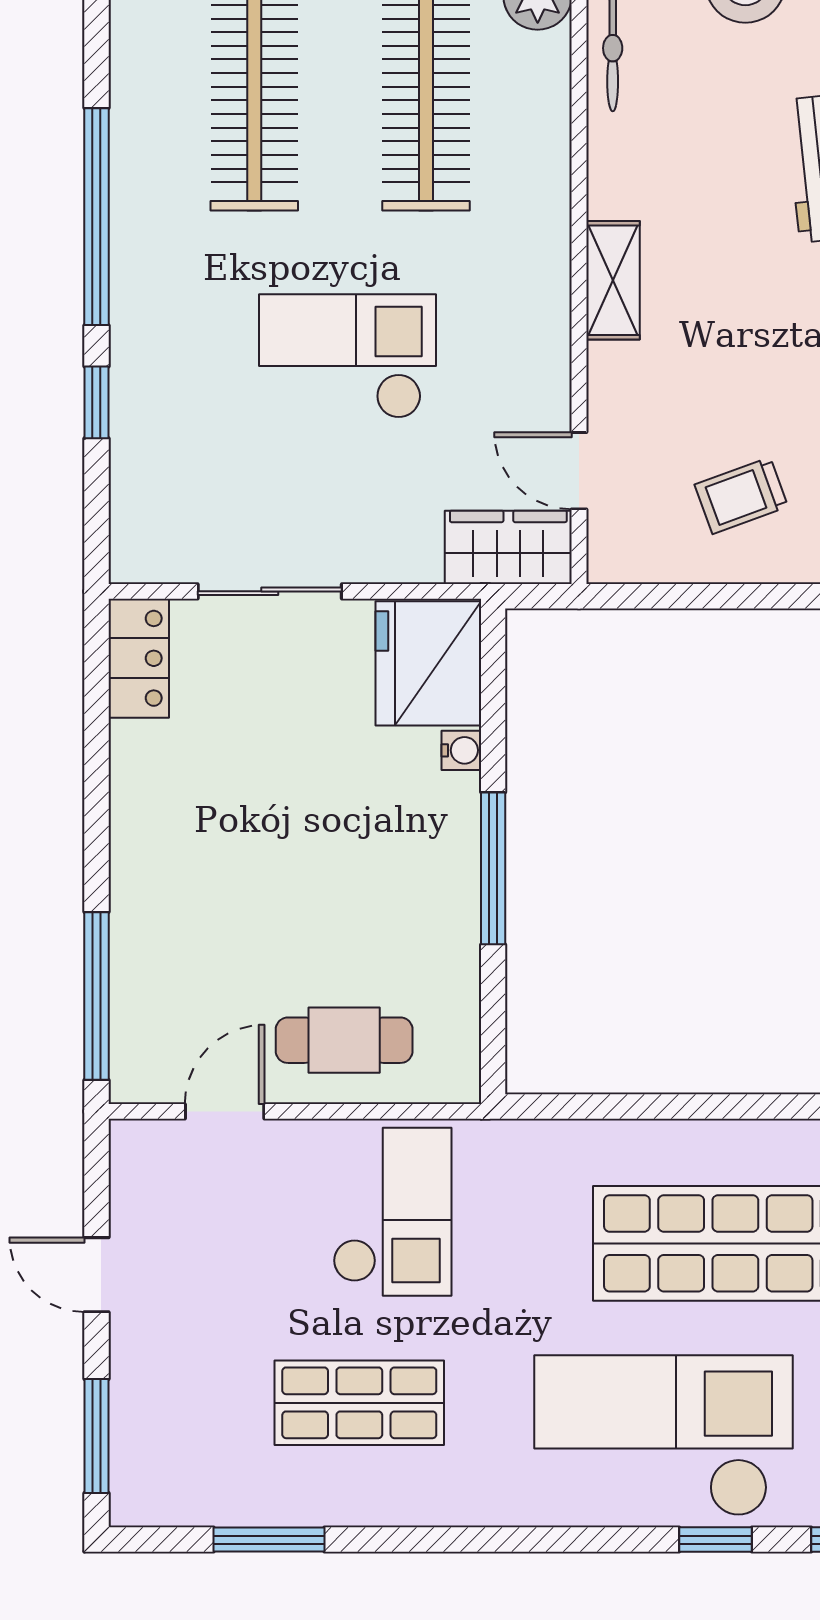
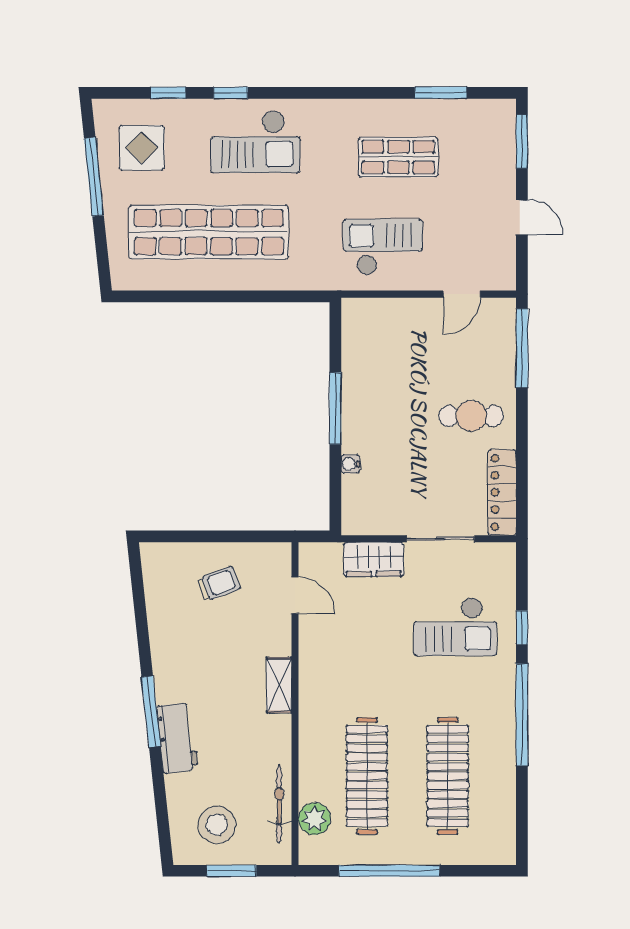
checkout: (347, 356) -> (455, 627), moved
wardrobe: (508, 547) -> (374, 559), moved
locker: (139, 658) -> (502, 492), width x1.53
fridge: (428, 663) -> (366, 505), removed
cafe table: (344, 1040) -> (471, 416), moved
checkout: (392, 1212) -> (383, 247), turned 90
checkout: (663, 1436) -> (255, 142), width x0.73, depth x0.83

